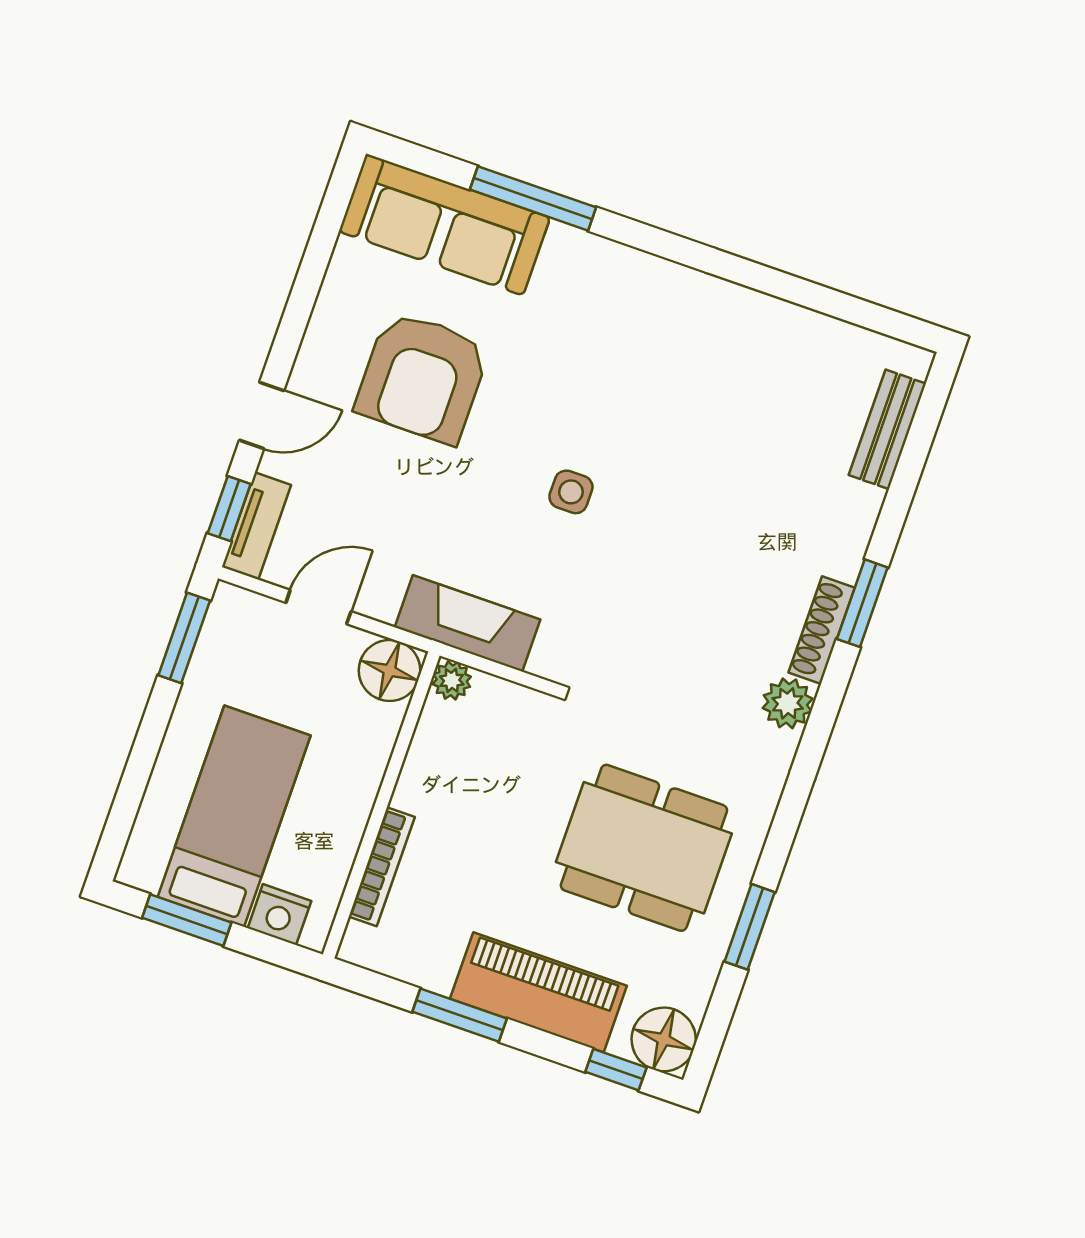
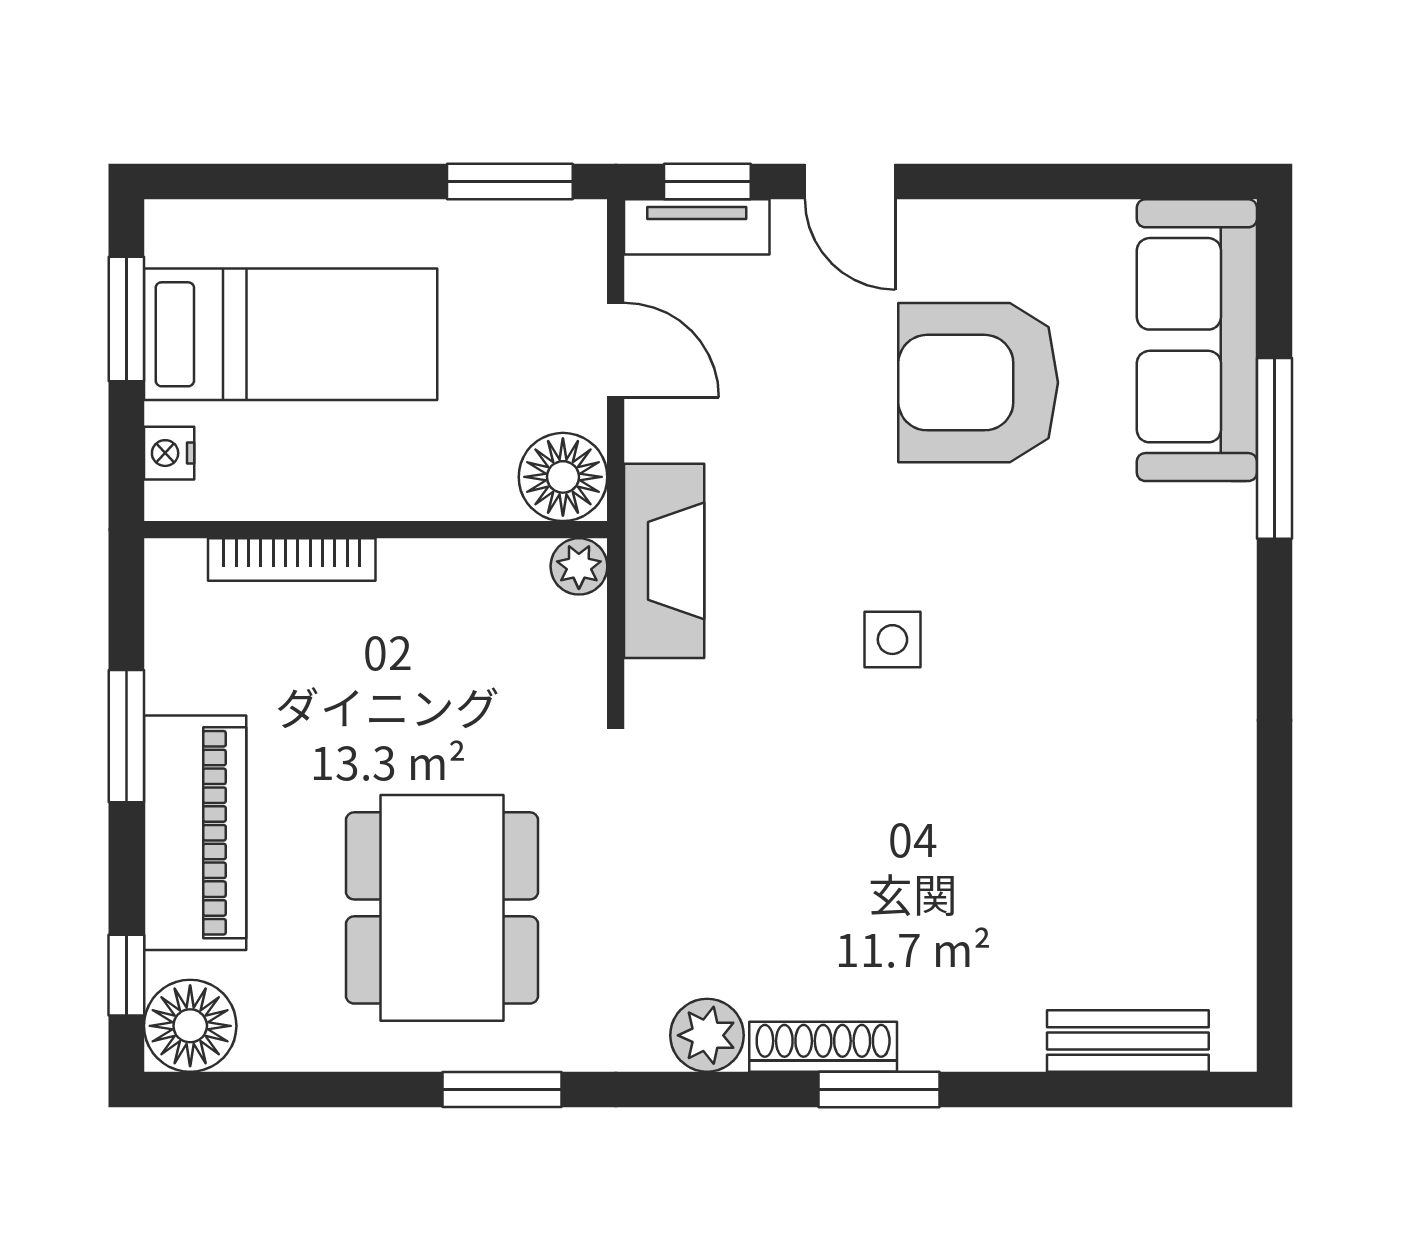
nightstand: (279, 915) -> (169, 453), width x0.72, depth x0.74
window: (750, 927) -> (502, 1090), moved

